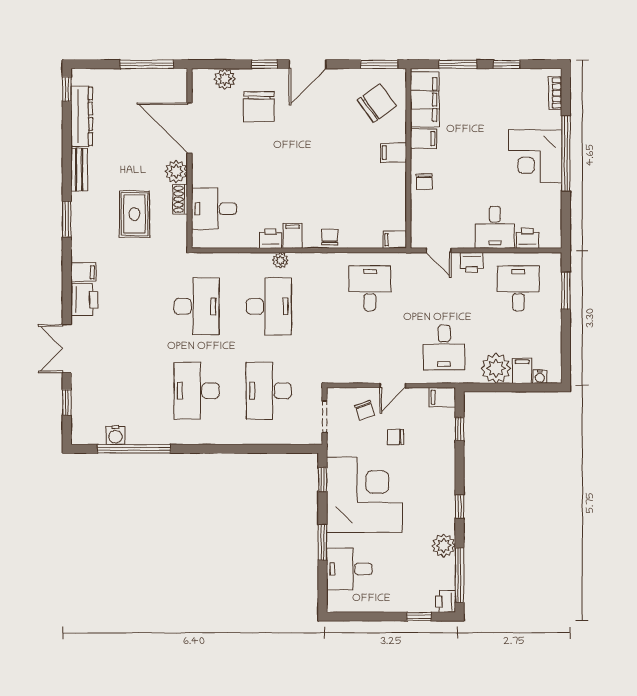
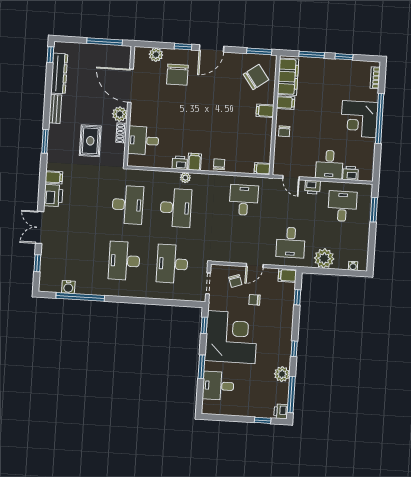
filing cabinet: (522, 371) -> (341, 261), removed

